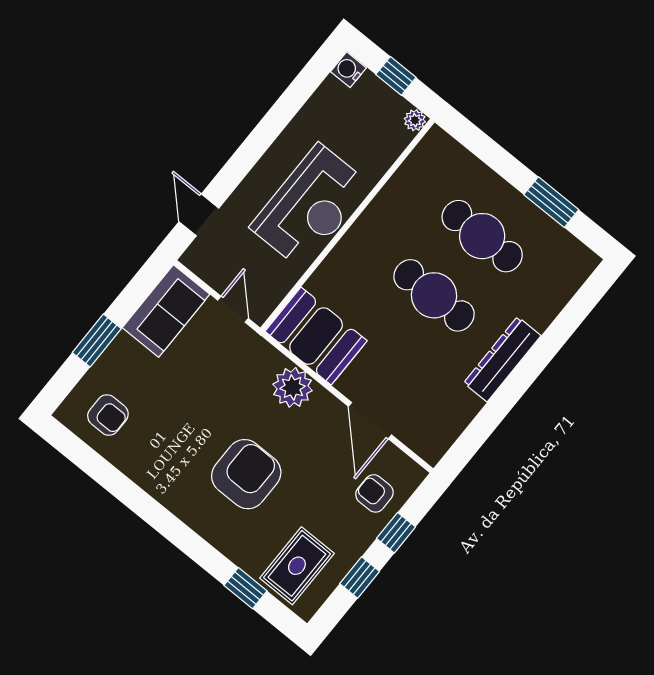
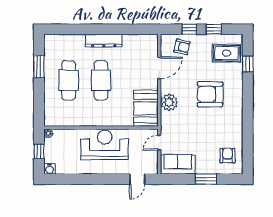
armchair: (374, 493) -> (182, 47), turned -77

